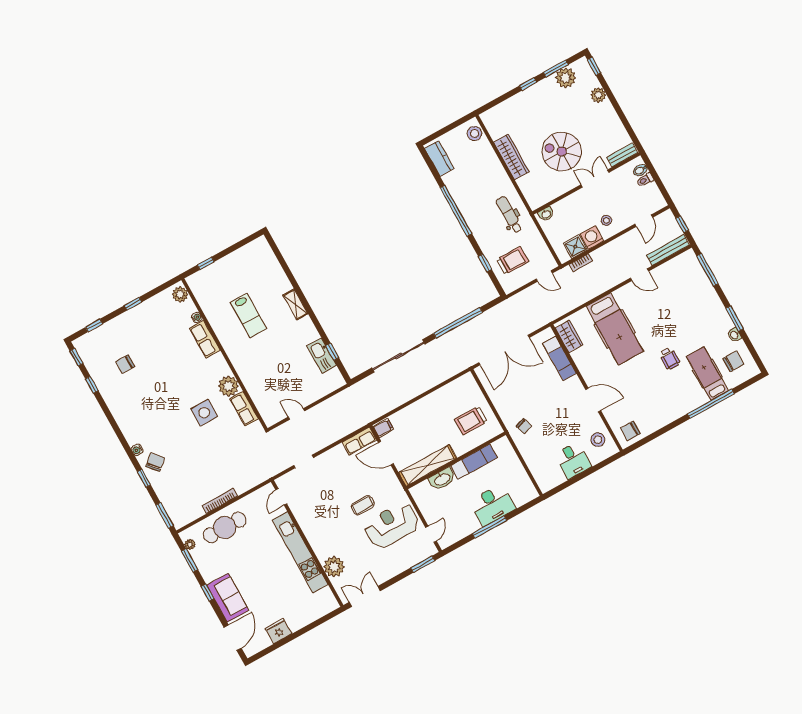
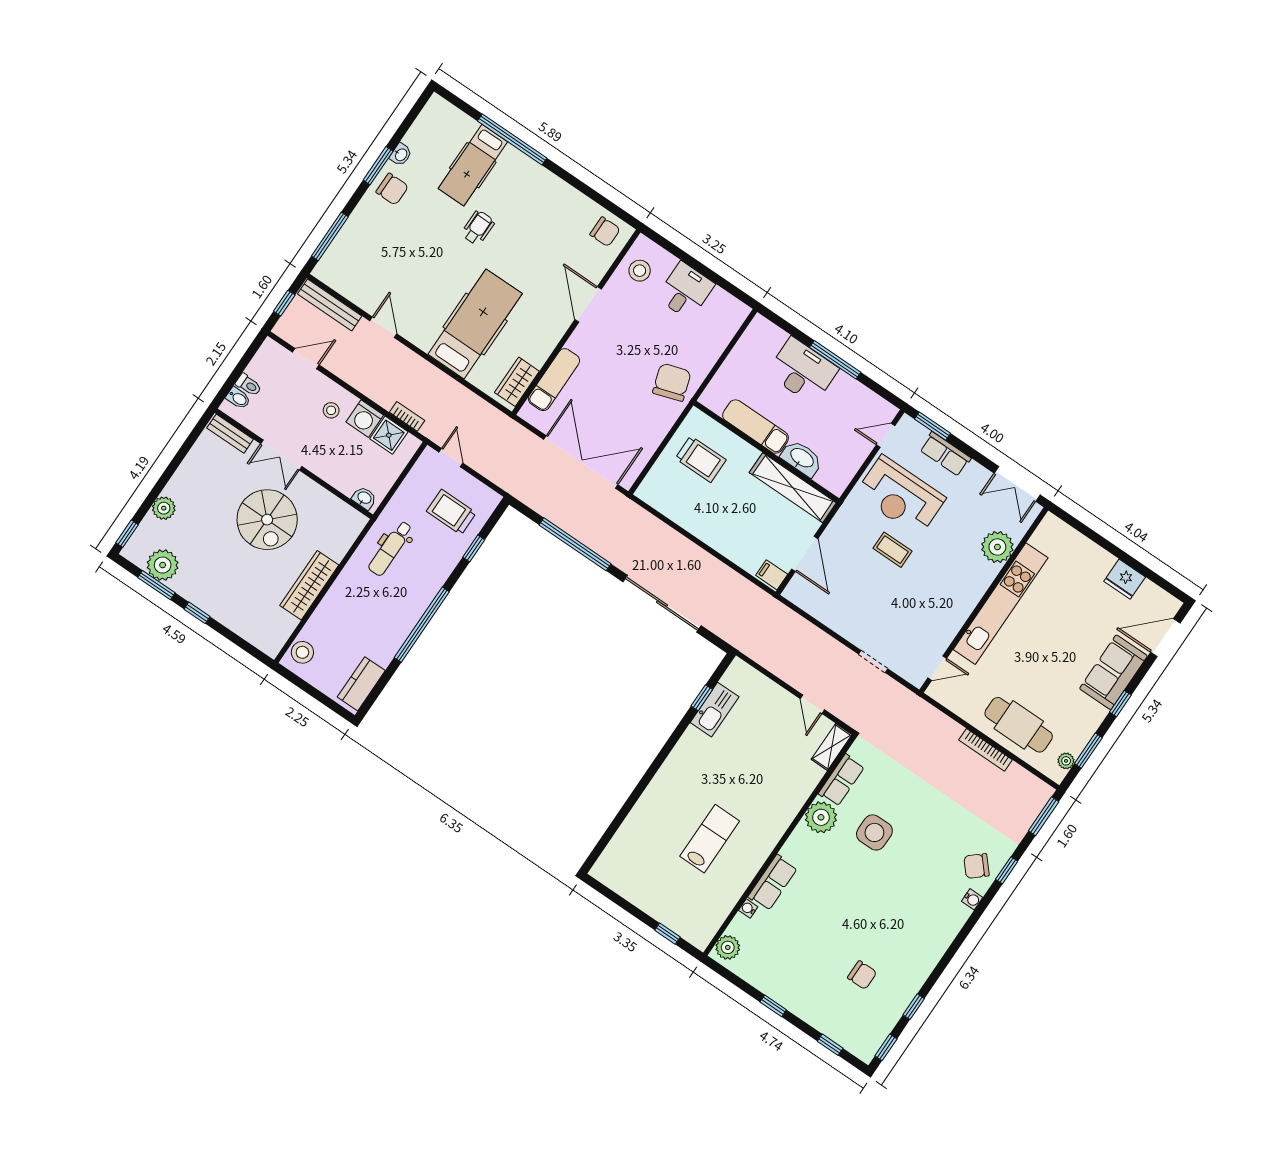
shelving: (295, 304) -> (832, 747), moved
chair: (733, 361) -> (392, 189), moved, turned 180
chair: (524, 426) -> (672, 382), width x1.87, depth x1.87
row of seats: (359, 441) -> (945, 454), moved, turned 180

